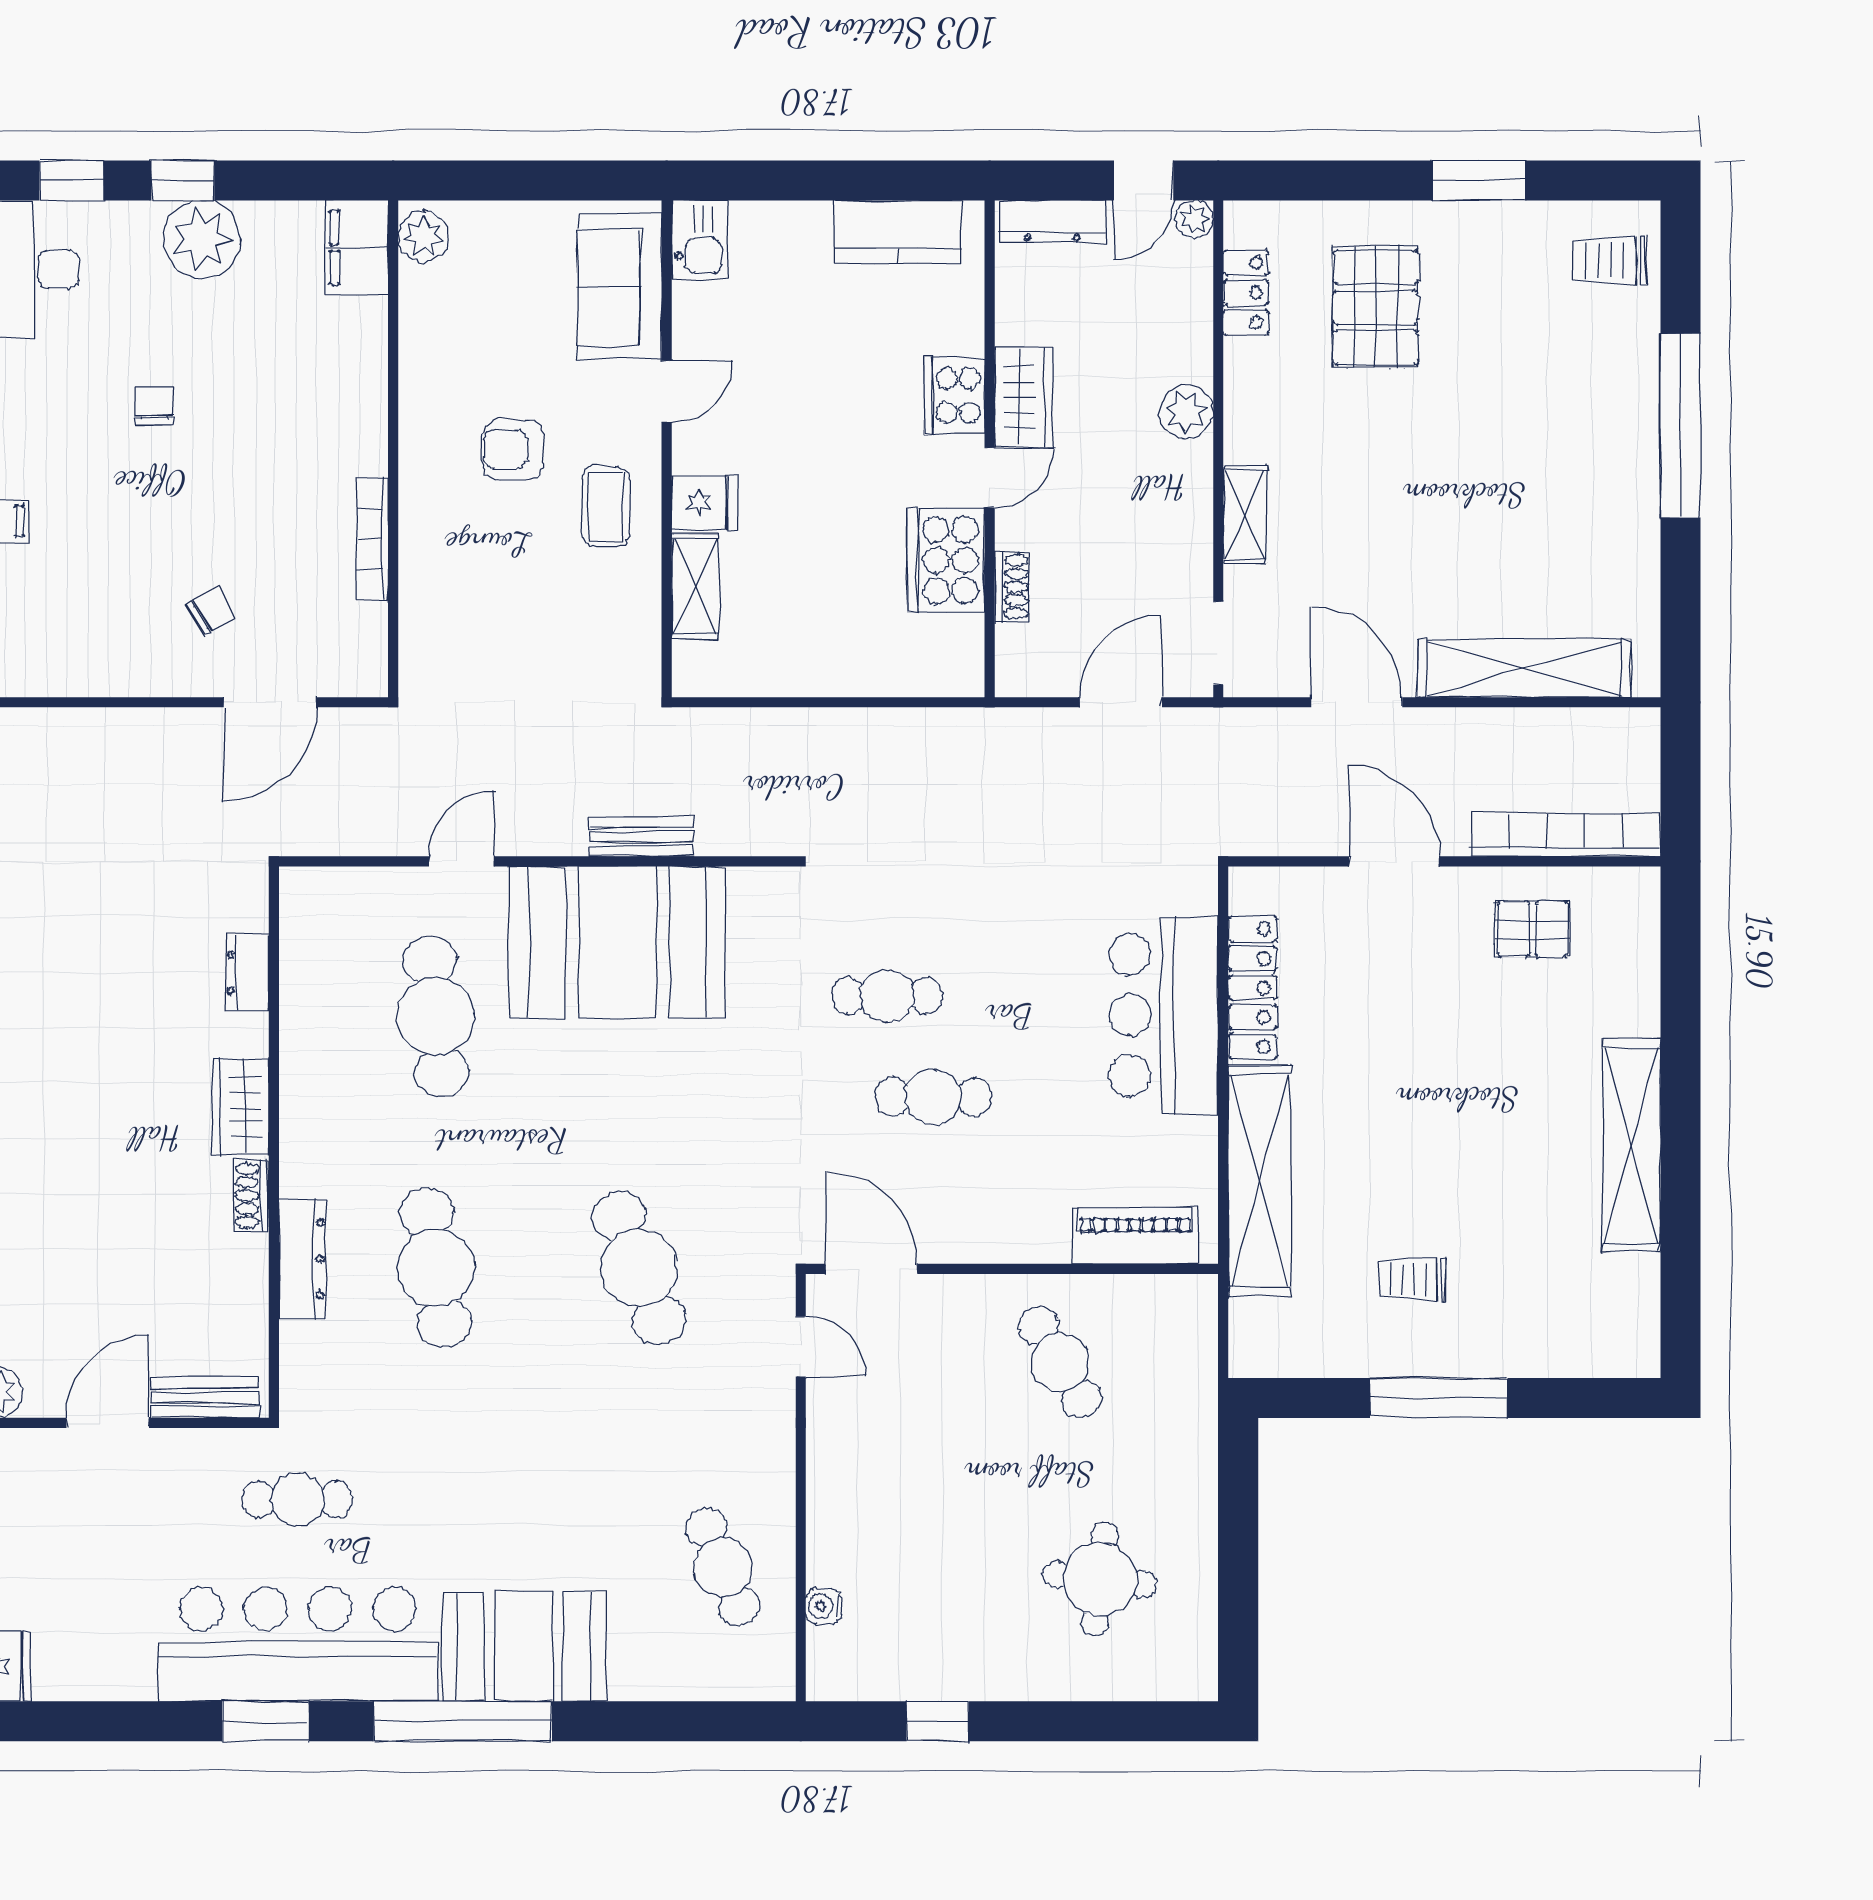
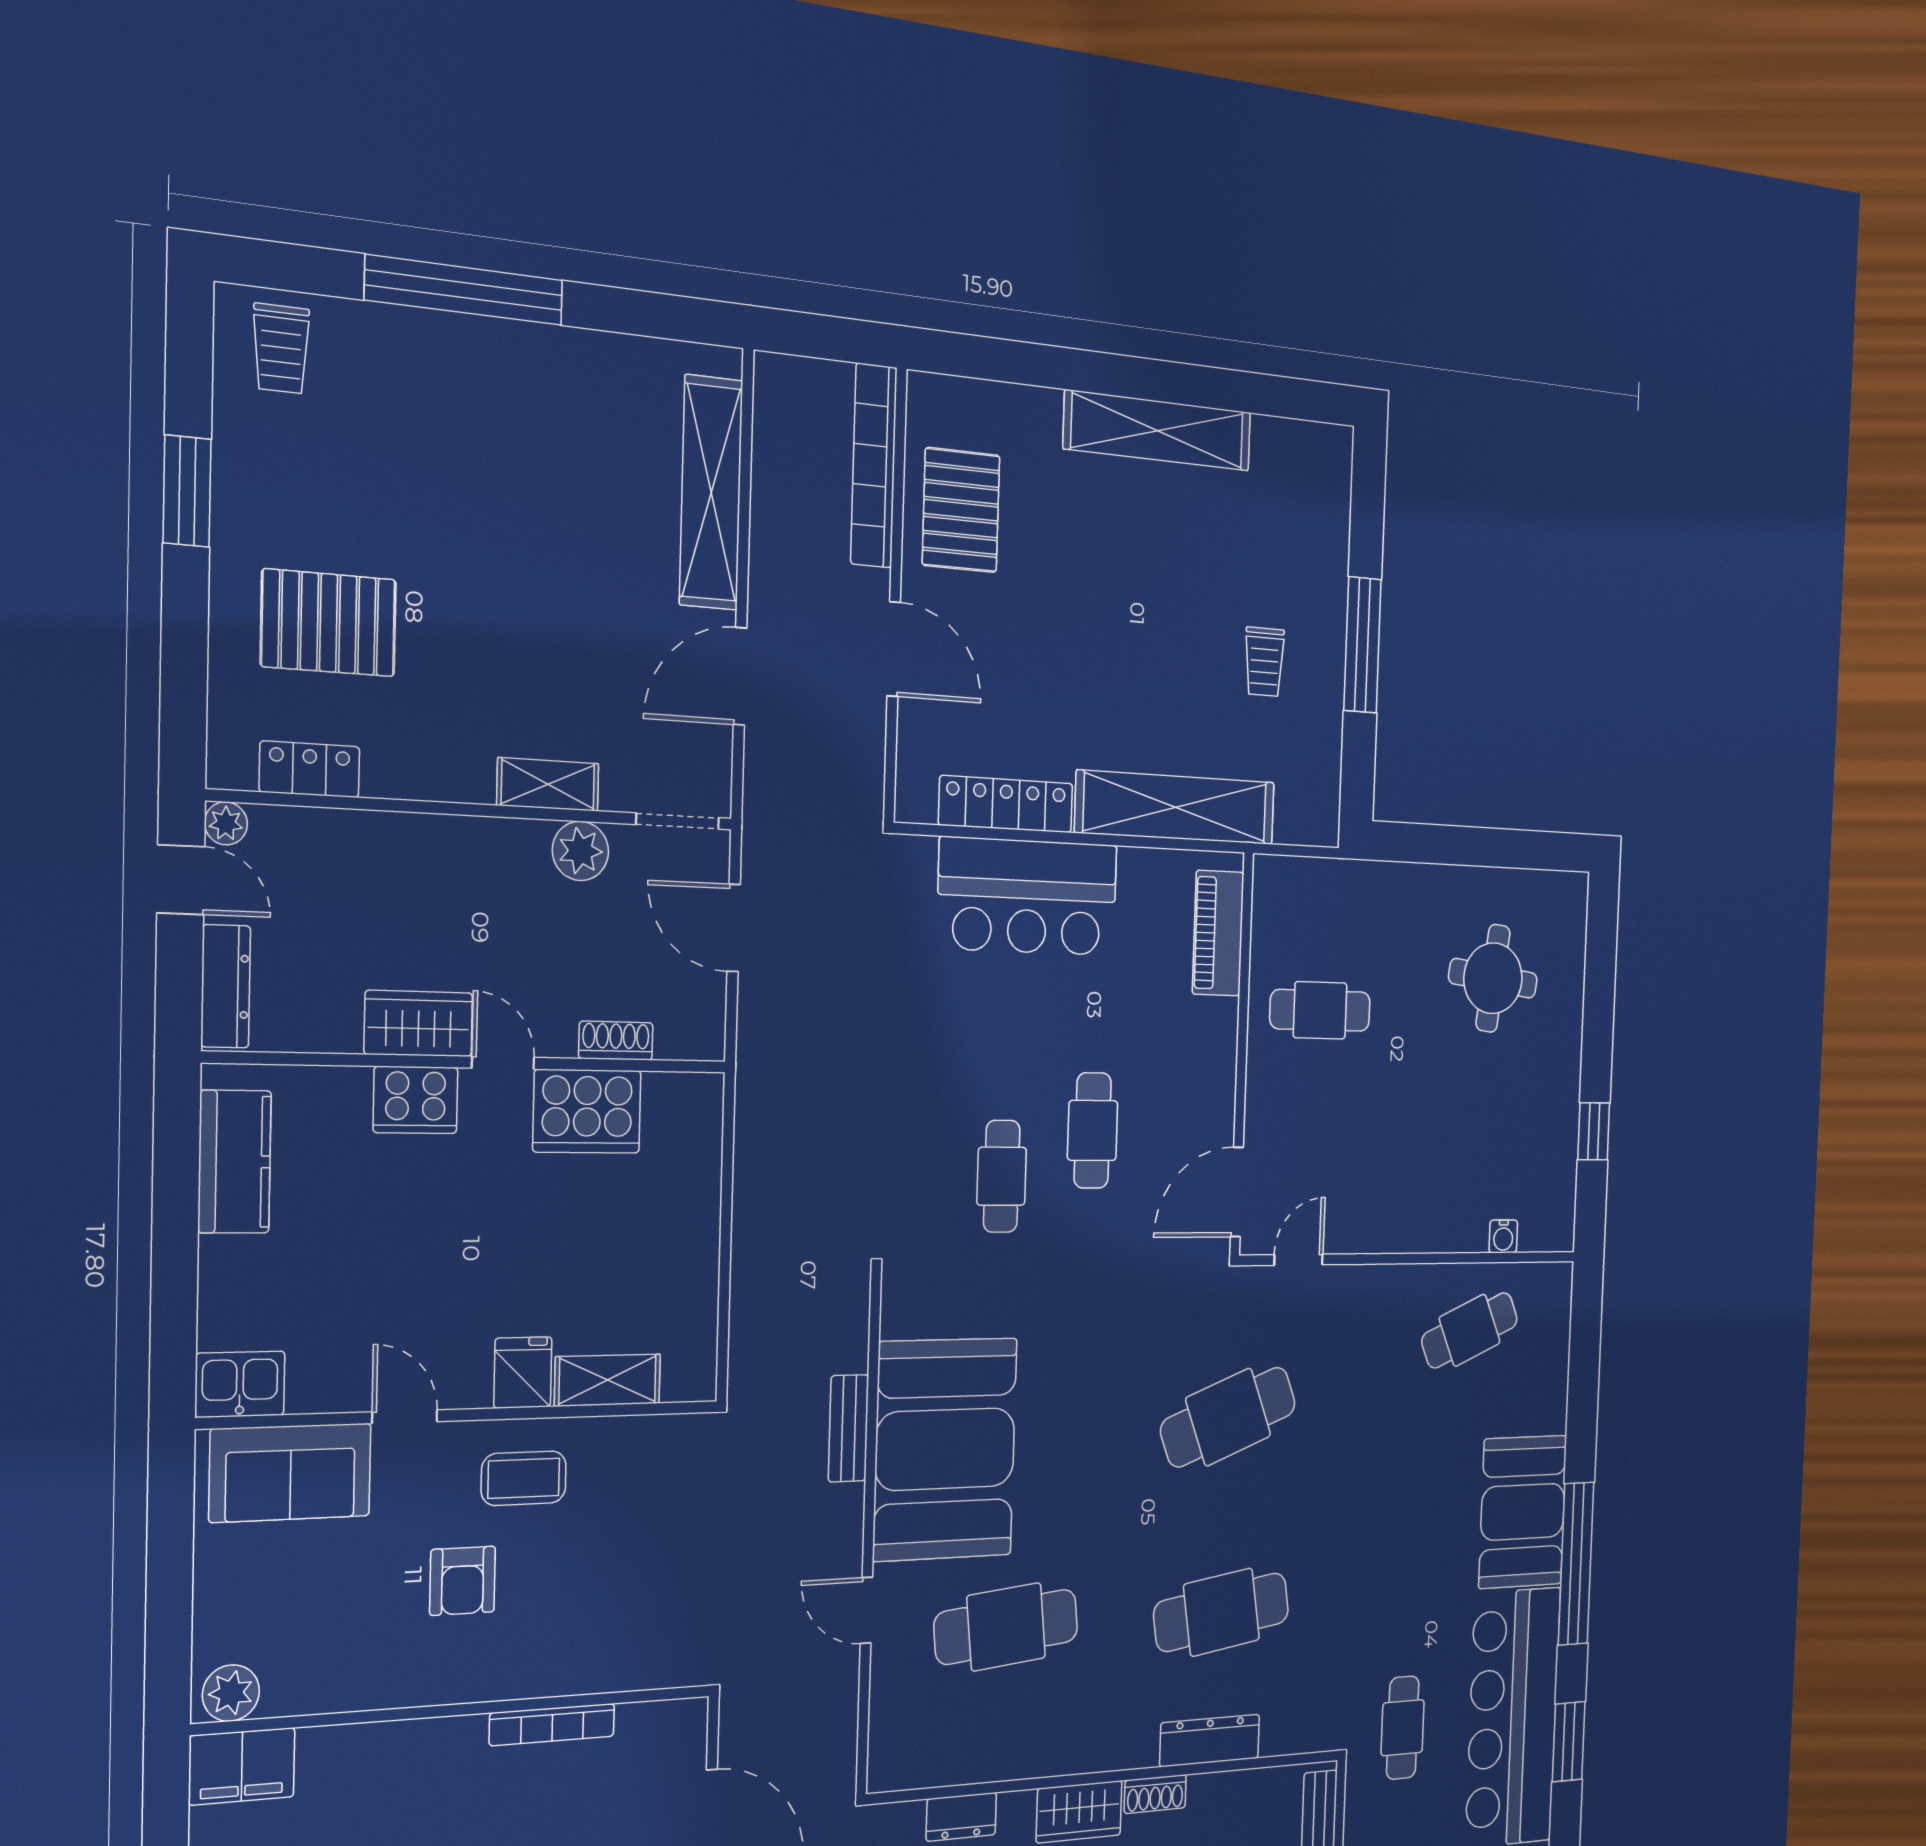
plant: (1186, 412) -> (580, 851), moved
door: (1394, 861) -> (894, 649), swing flipped
pallet: (1533, 929) -> (961, 510), width x1.50, depth x1.42
cafe table: (1060, 1362) -> (1320, 1010), turned 30

